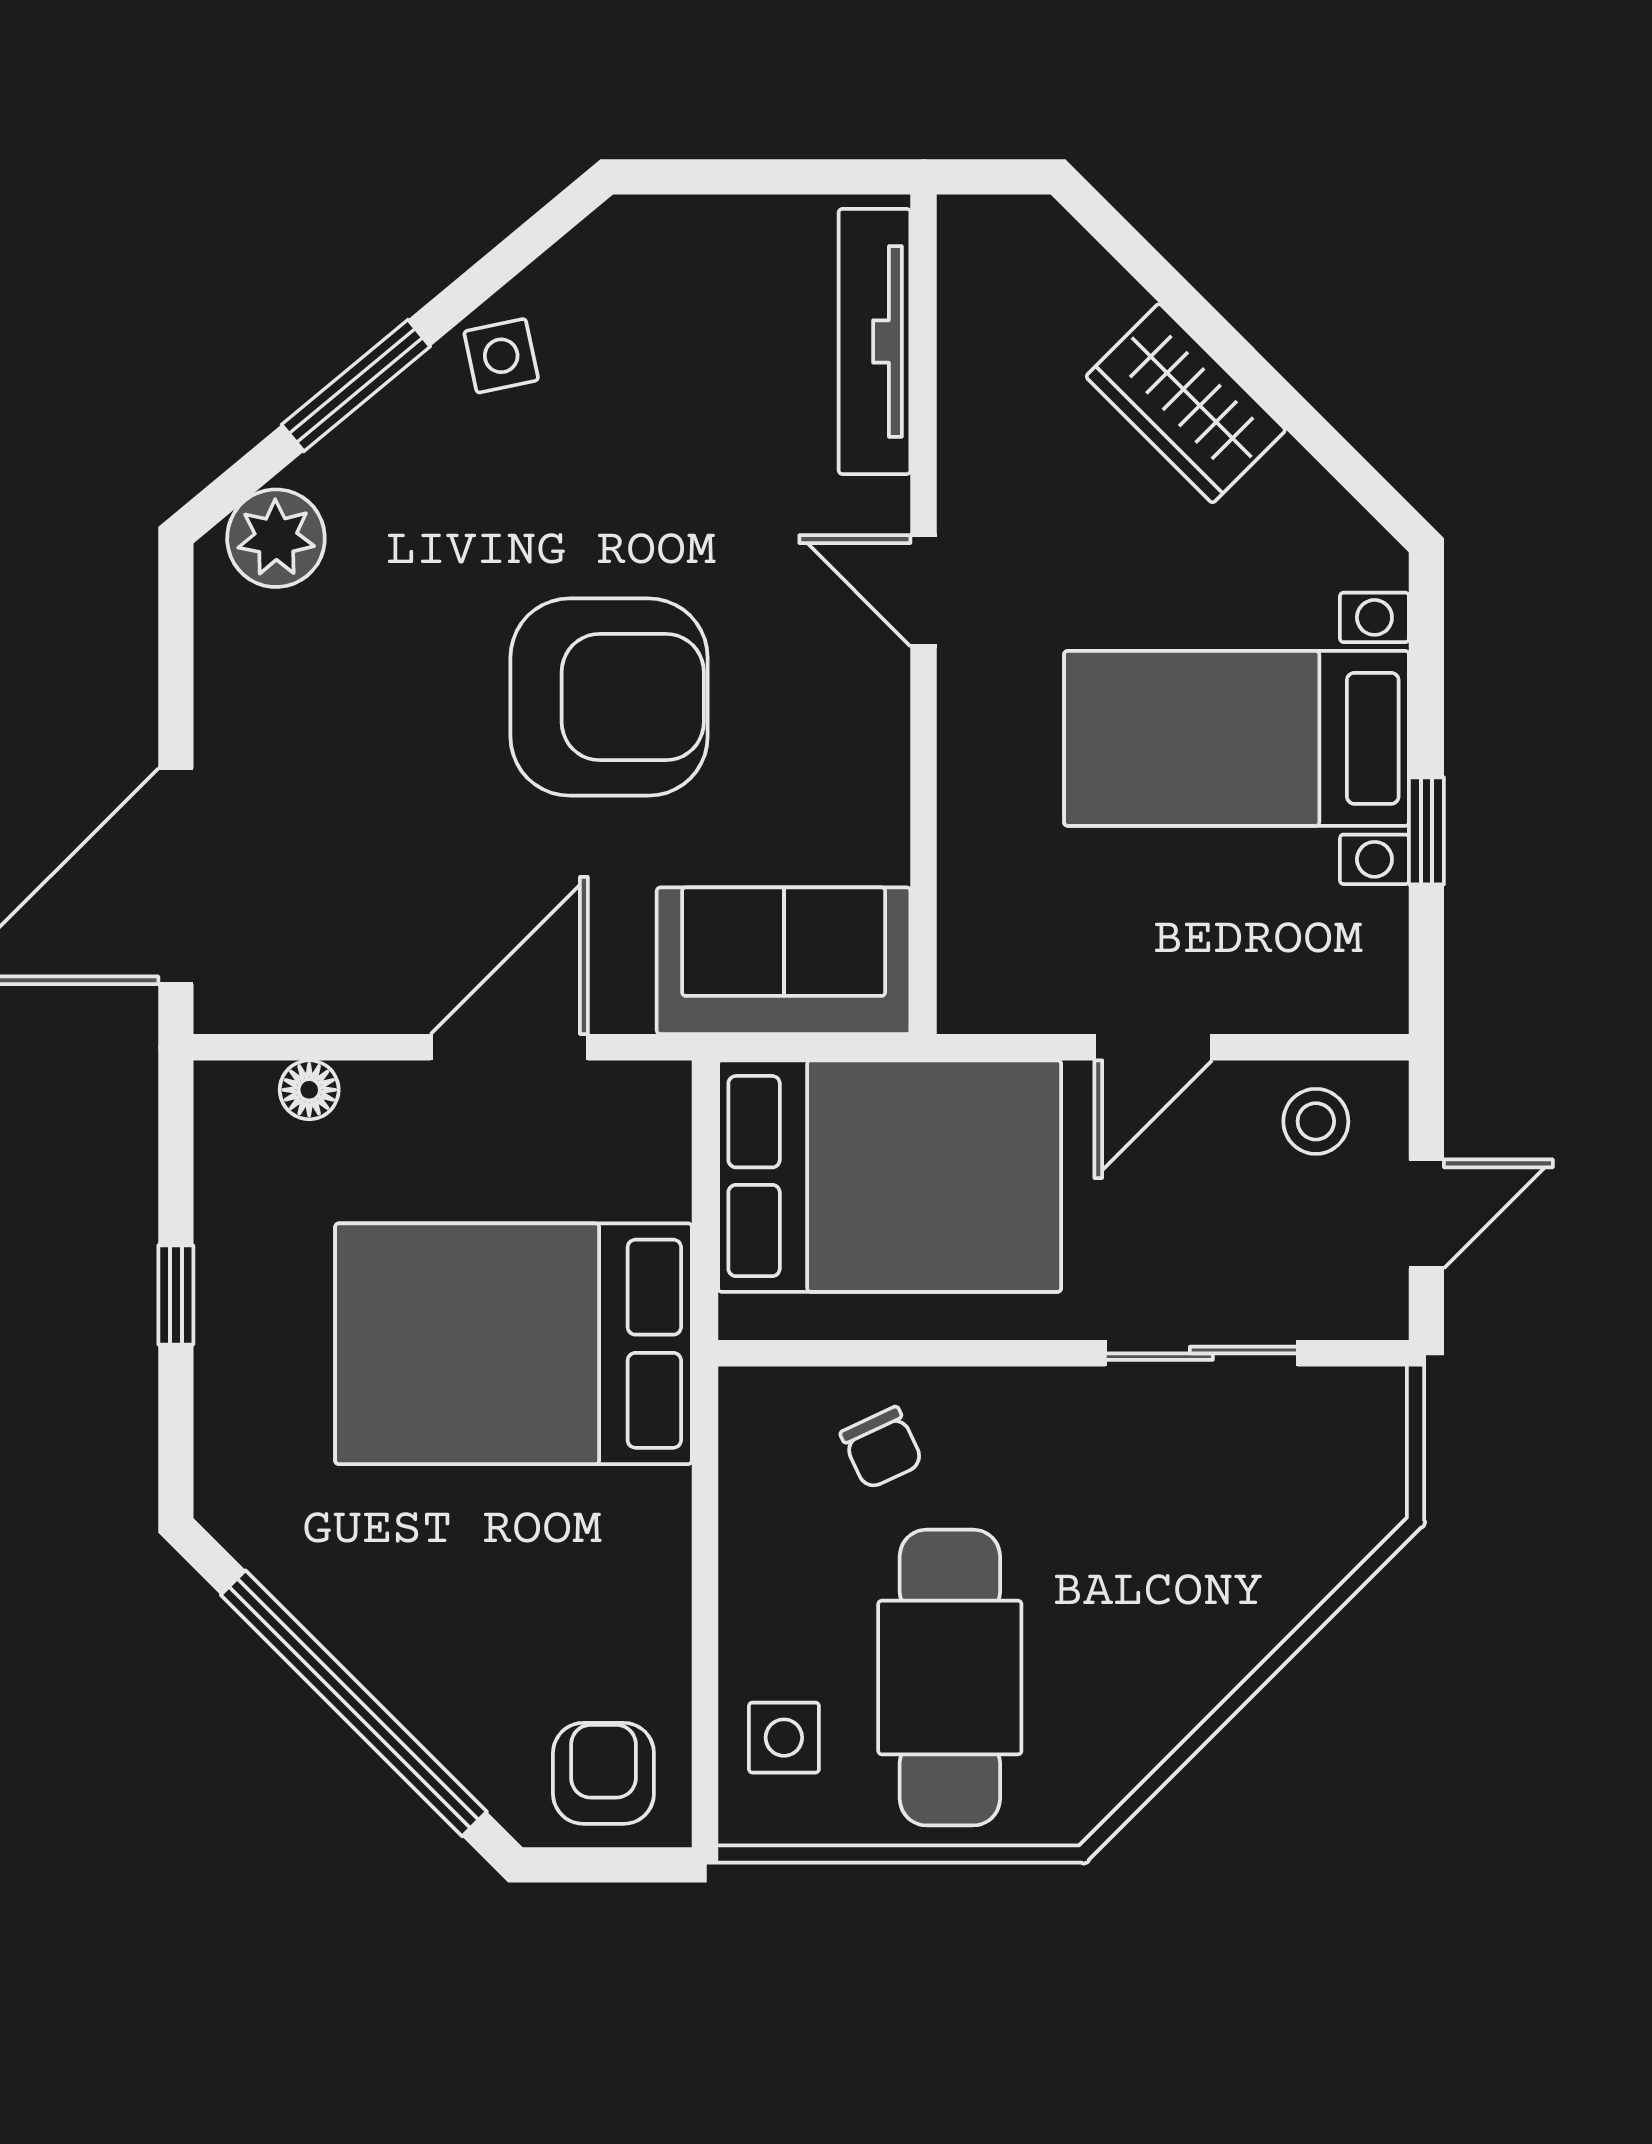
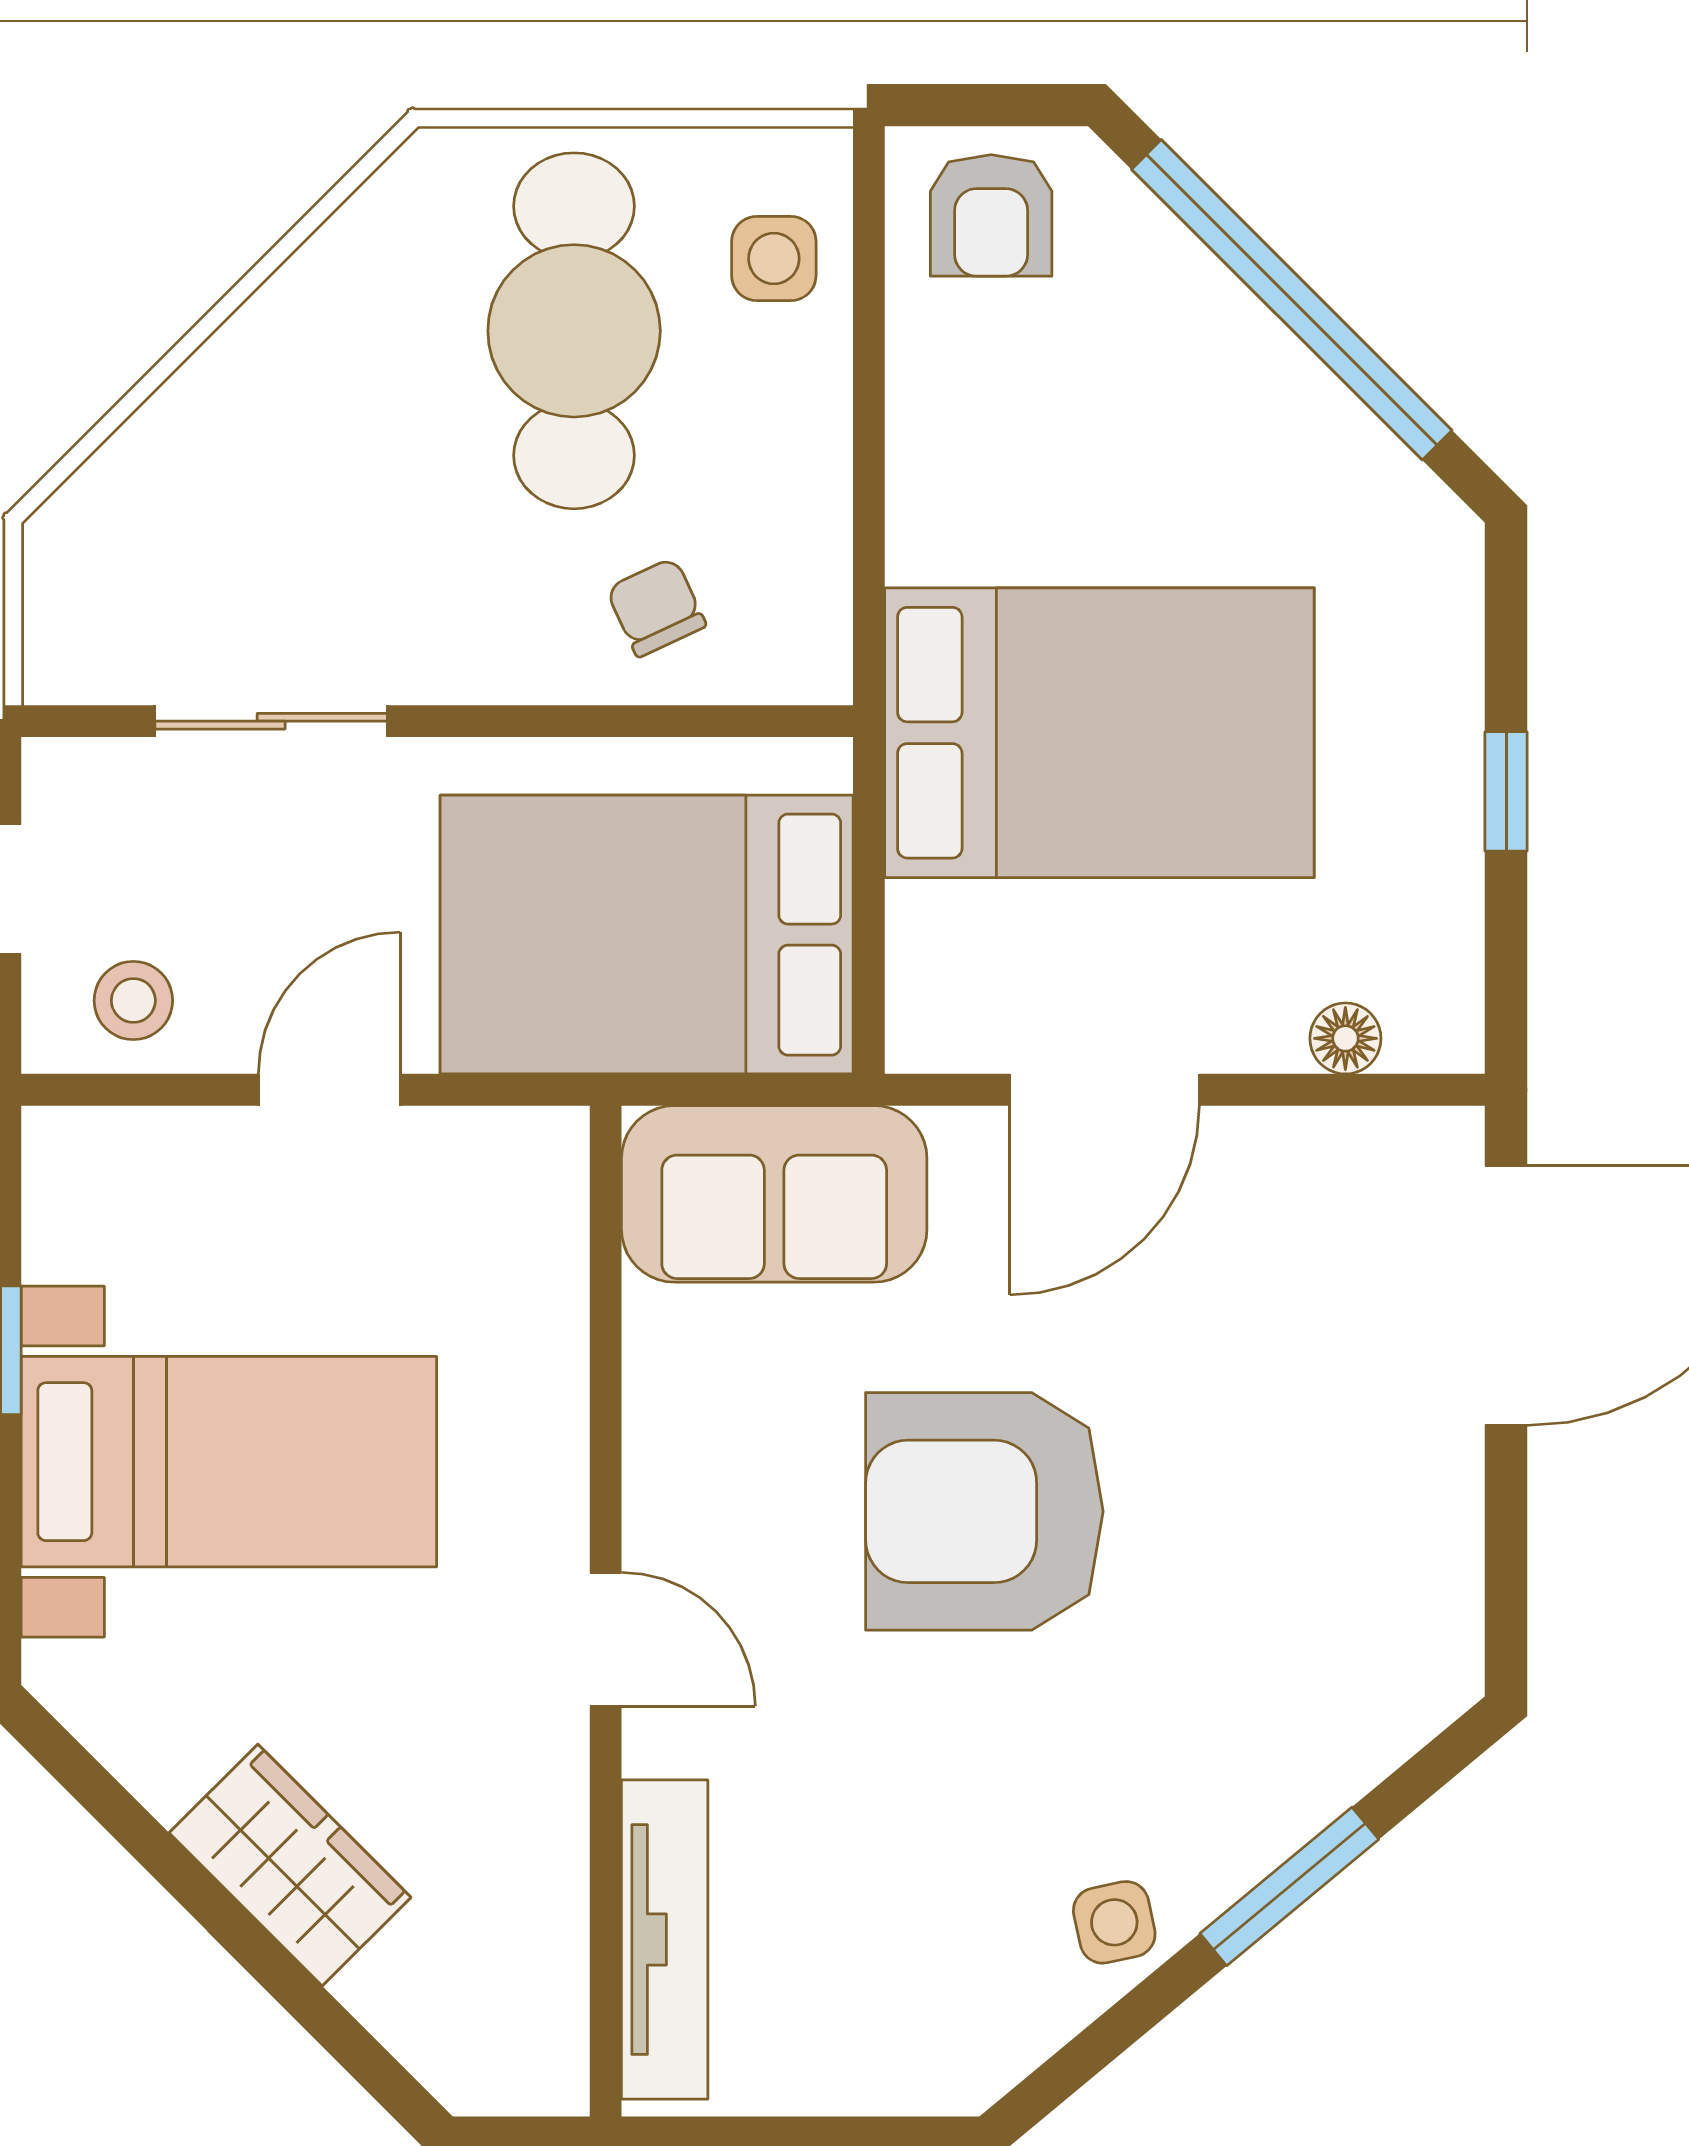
plant: (276, 538) -> (1385, 1703), removed

